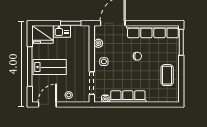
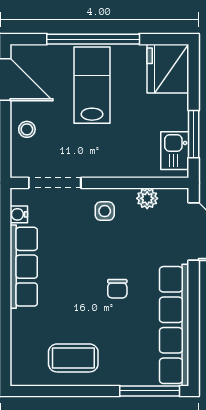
kitchen sink: (62, 31) -> (175, 151), moved
lab bench: (50, 67) -> (92, 85), turned 180

